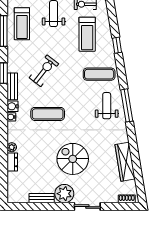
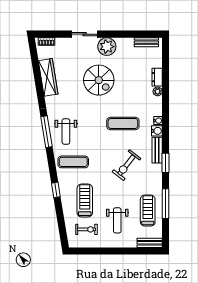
bench: (42, 198) -> (146, 42), moved

